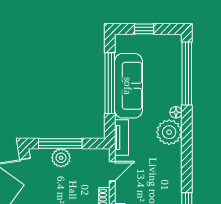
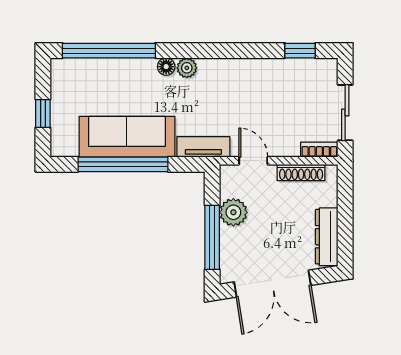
plant: (169, 132) -> (187, 68), width x0.53, depth x0.53
plant: (61, 158) -> (233, 212), moved

